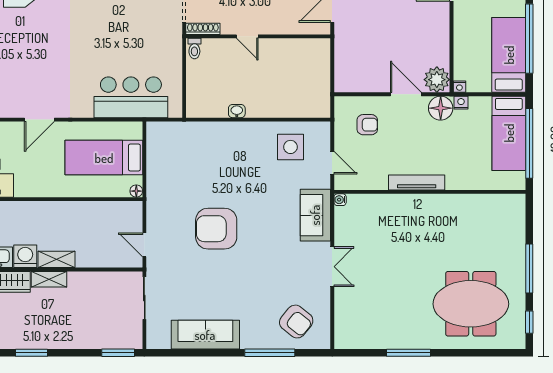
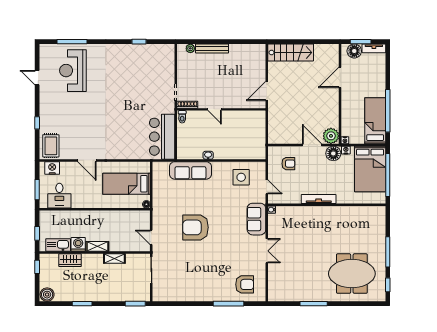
bar counter: (131, 97) -> (162, 137), moved, turned -90
door: (39, 120) -> (87, 160), hinge flipped
bed: (509, 133) -> (370, 169), width x1.50
shelving: (49, 279) -> (114, 259), moved
armchair: (296, 322) -> (245, 284), turned -39
sofa: (205, 335) -> (190, 170), moved, turned 180

